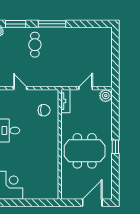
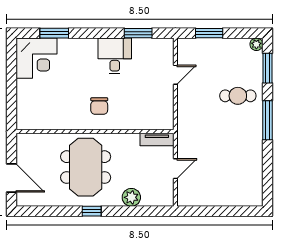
door: (86, 88) -> (175, 169), hinge flipped
plant: (106, 96) -> (131, 197), moved
chair: (44, 110) -> (99, 106), moved

